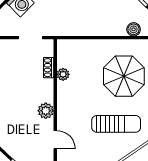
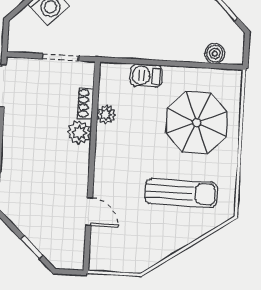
barbecue: (88, 47) -> (146, 76), added
plant: (46, 111) -> (79, 132), moved

